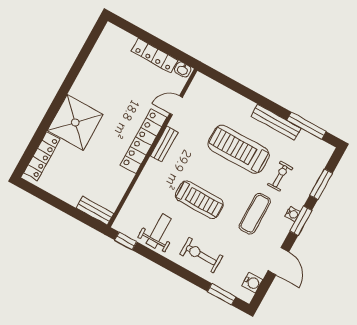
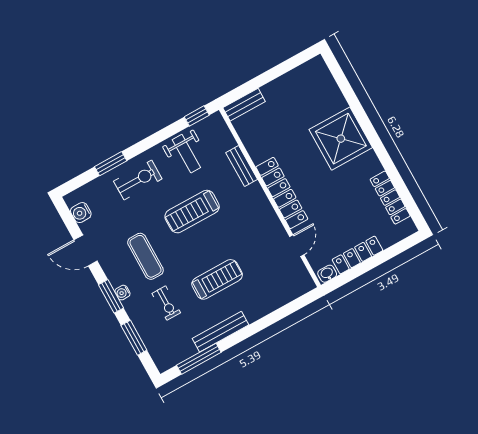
bench: (164, 144) -> (242, 166), moved
treadmill: (239, 149) -> (217, 279), width x0.73, depth x0.73
locker: (42, 156) -> (390, 198), moved
window: (222, 294) -> (111, 164), moved

